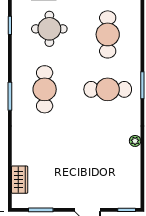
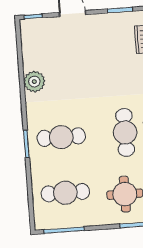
cafe table: (108, 34) -> (65, 193), turned 90
plant: (135, 141) -> (34, 82), width x1.87, depth x1.87

